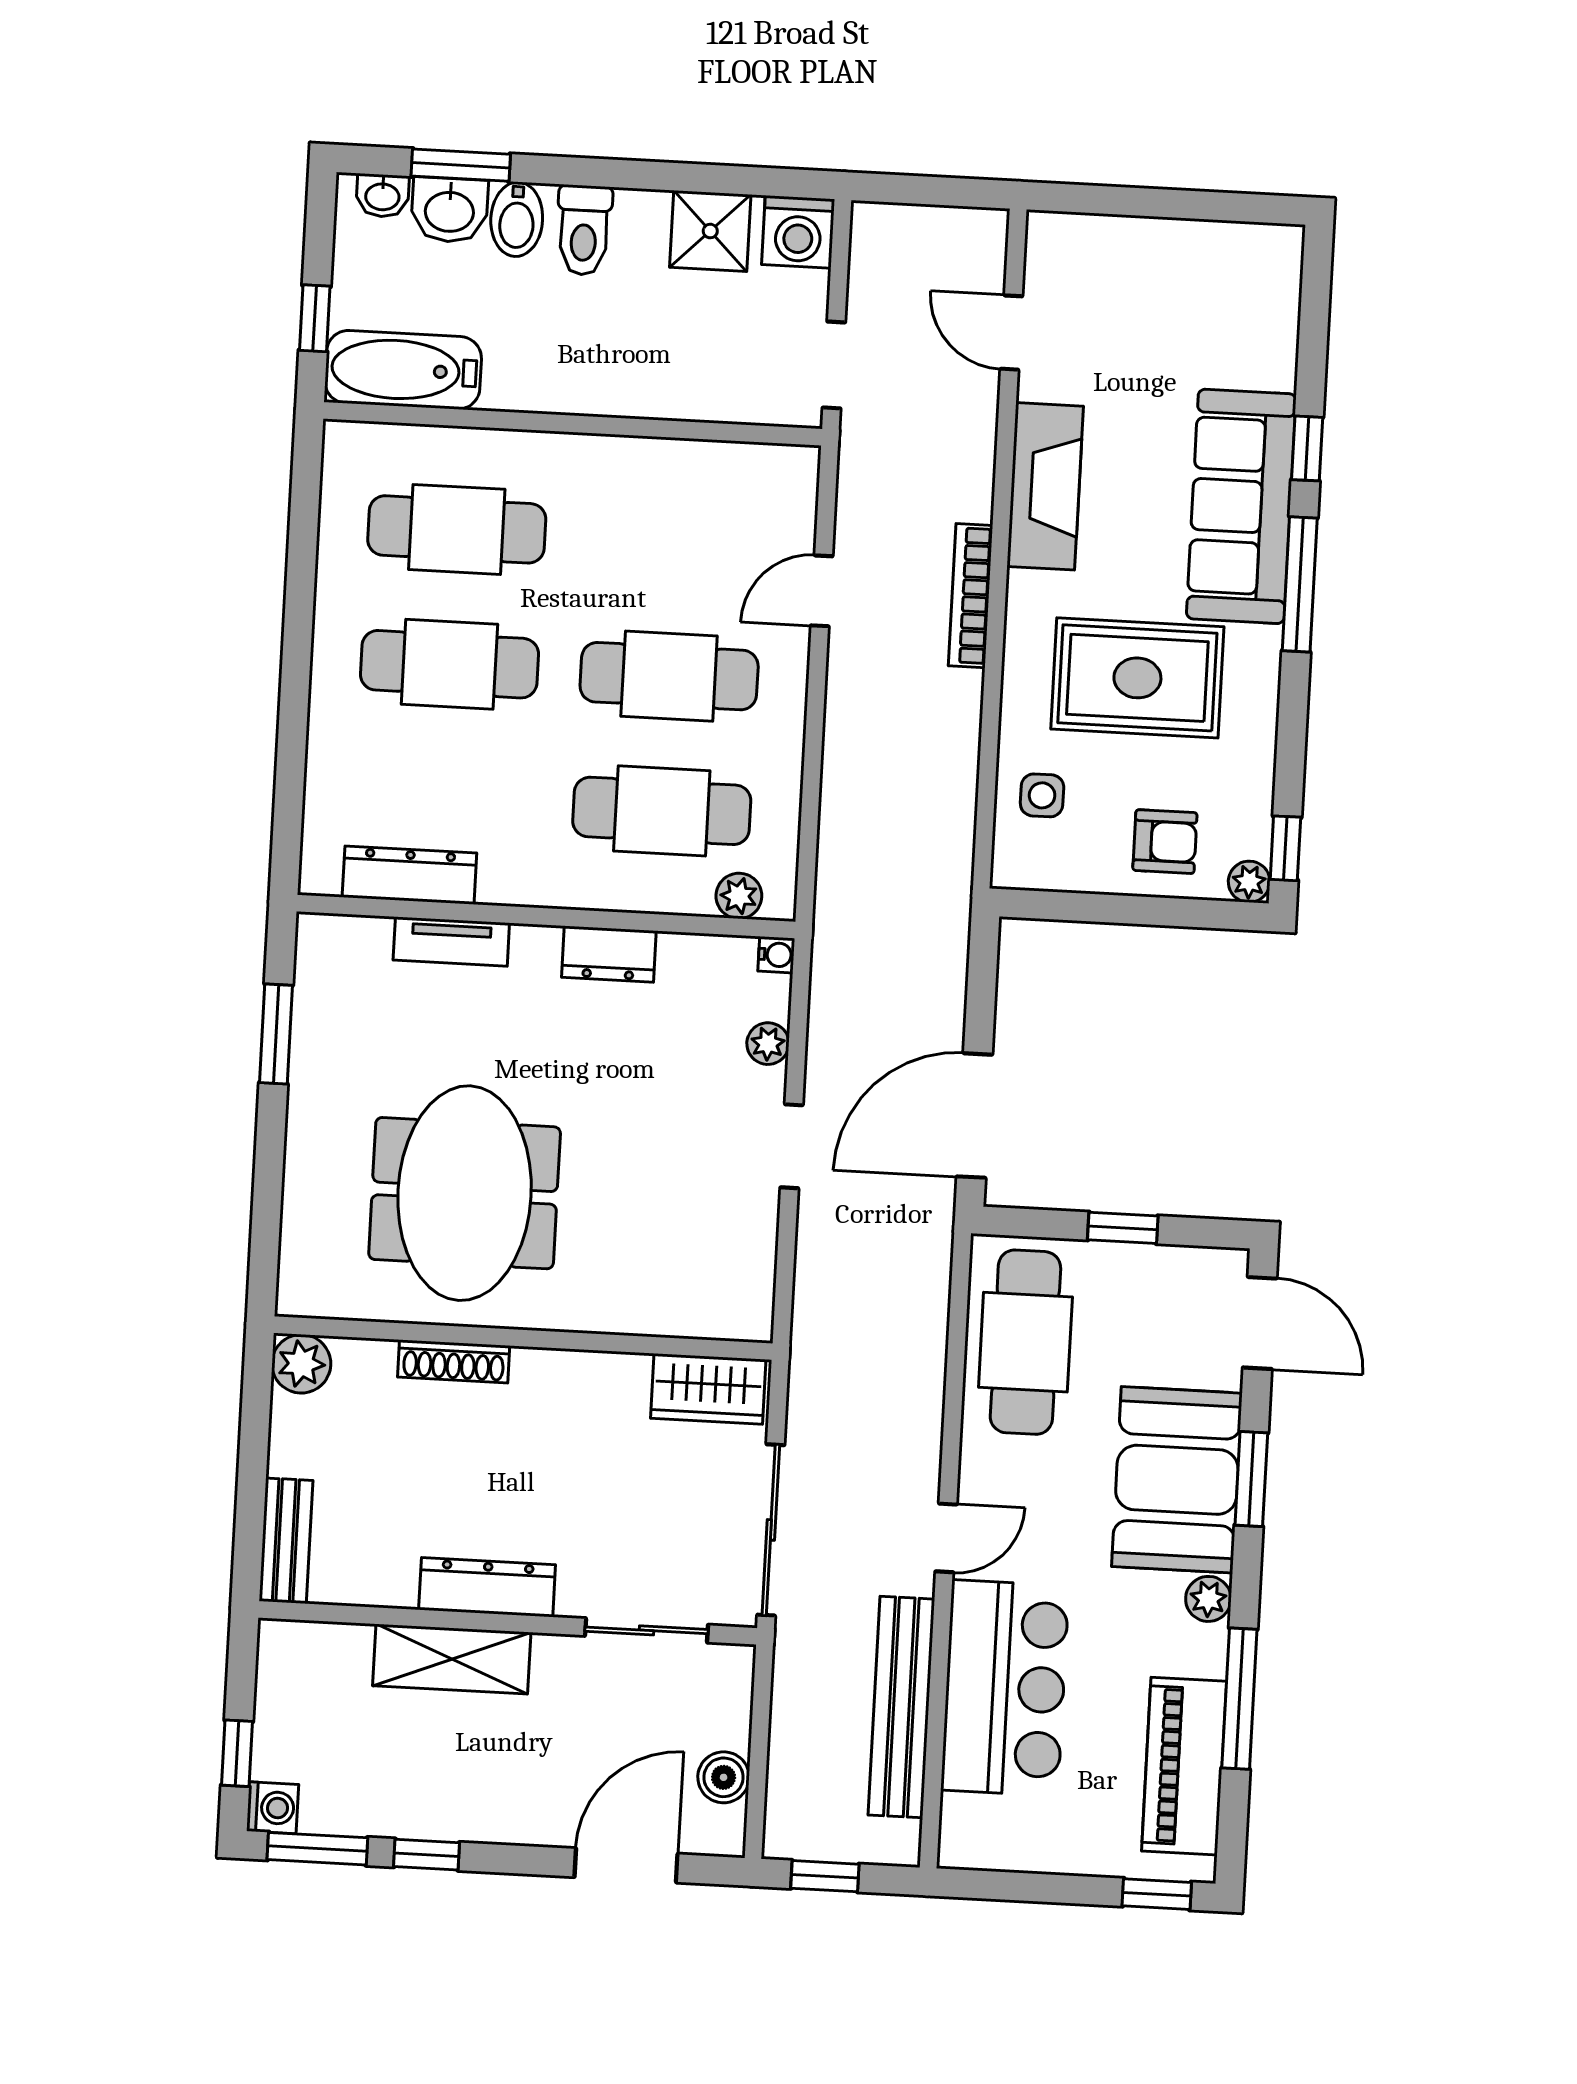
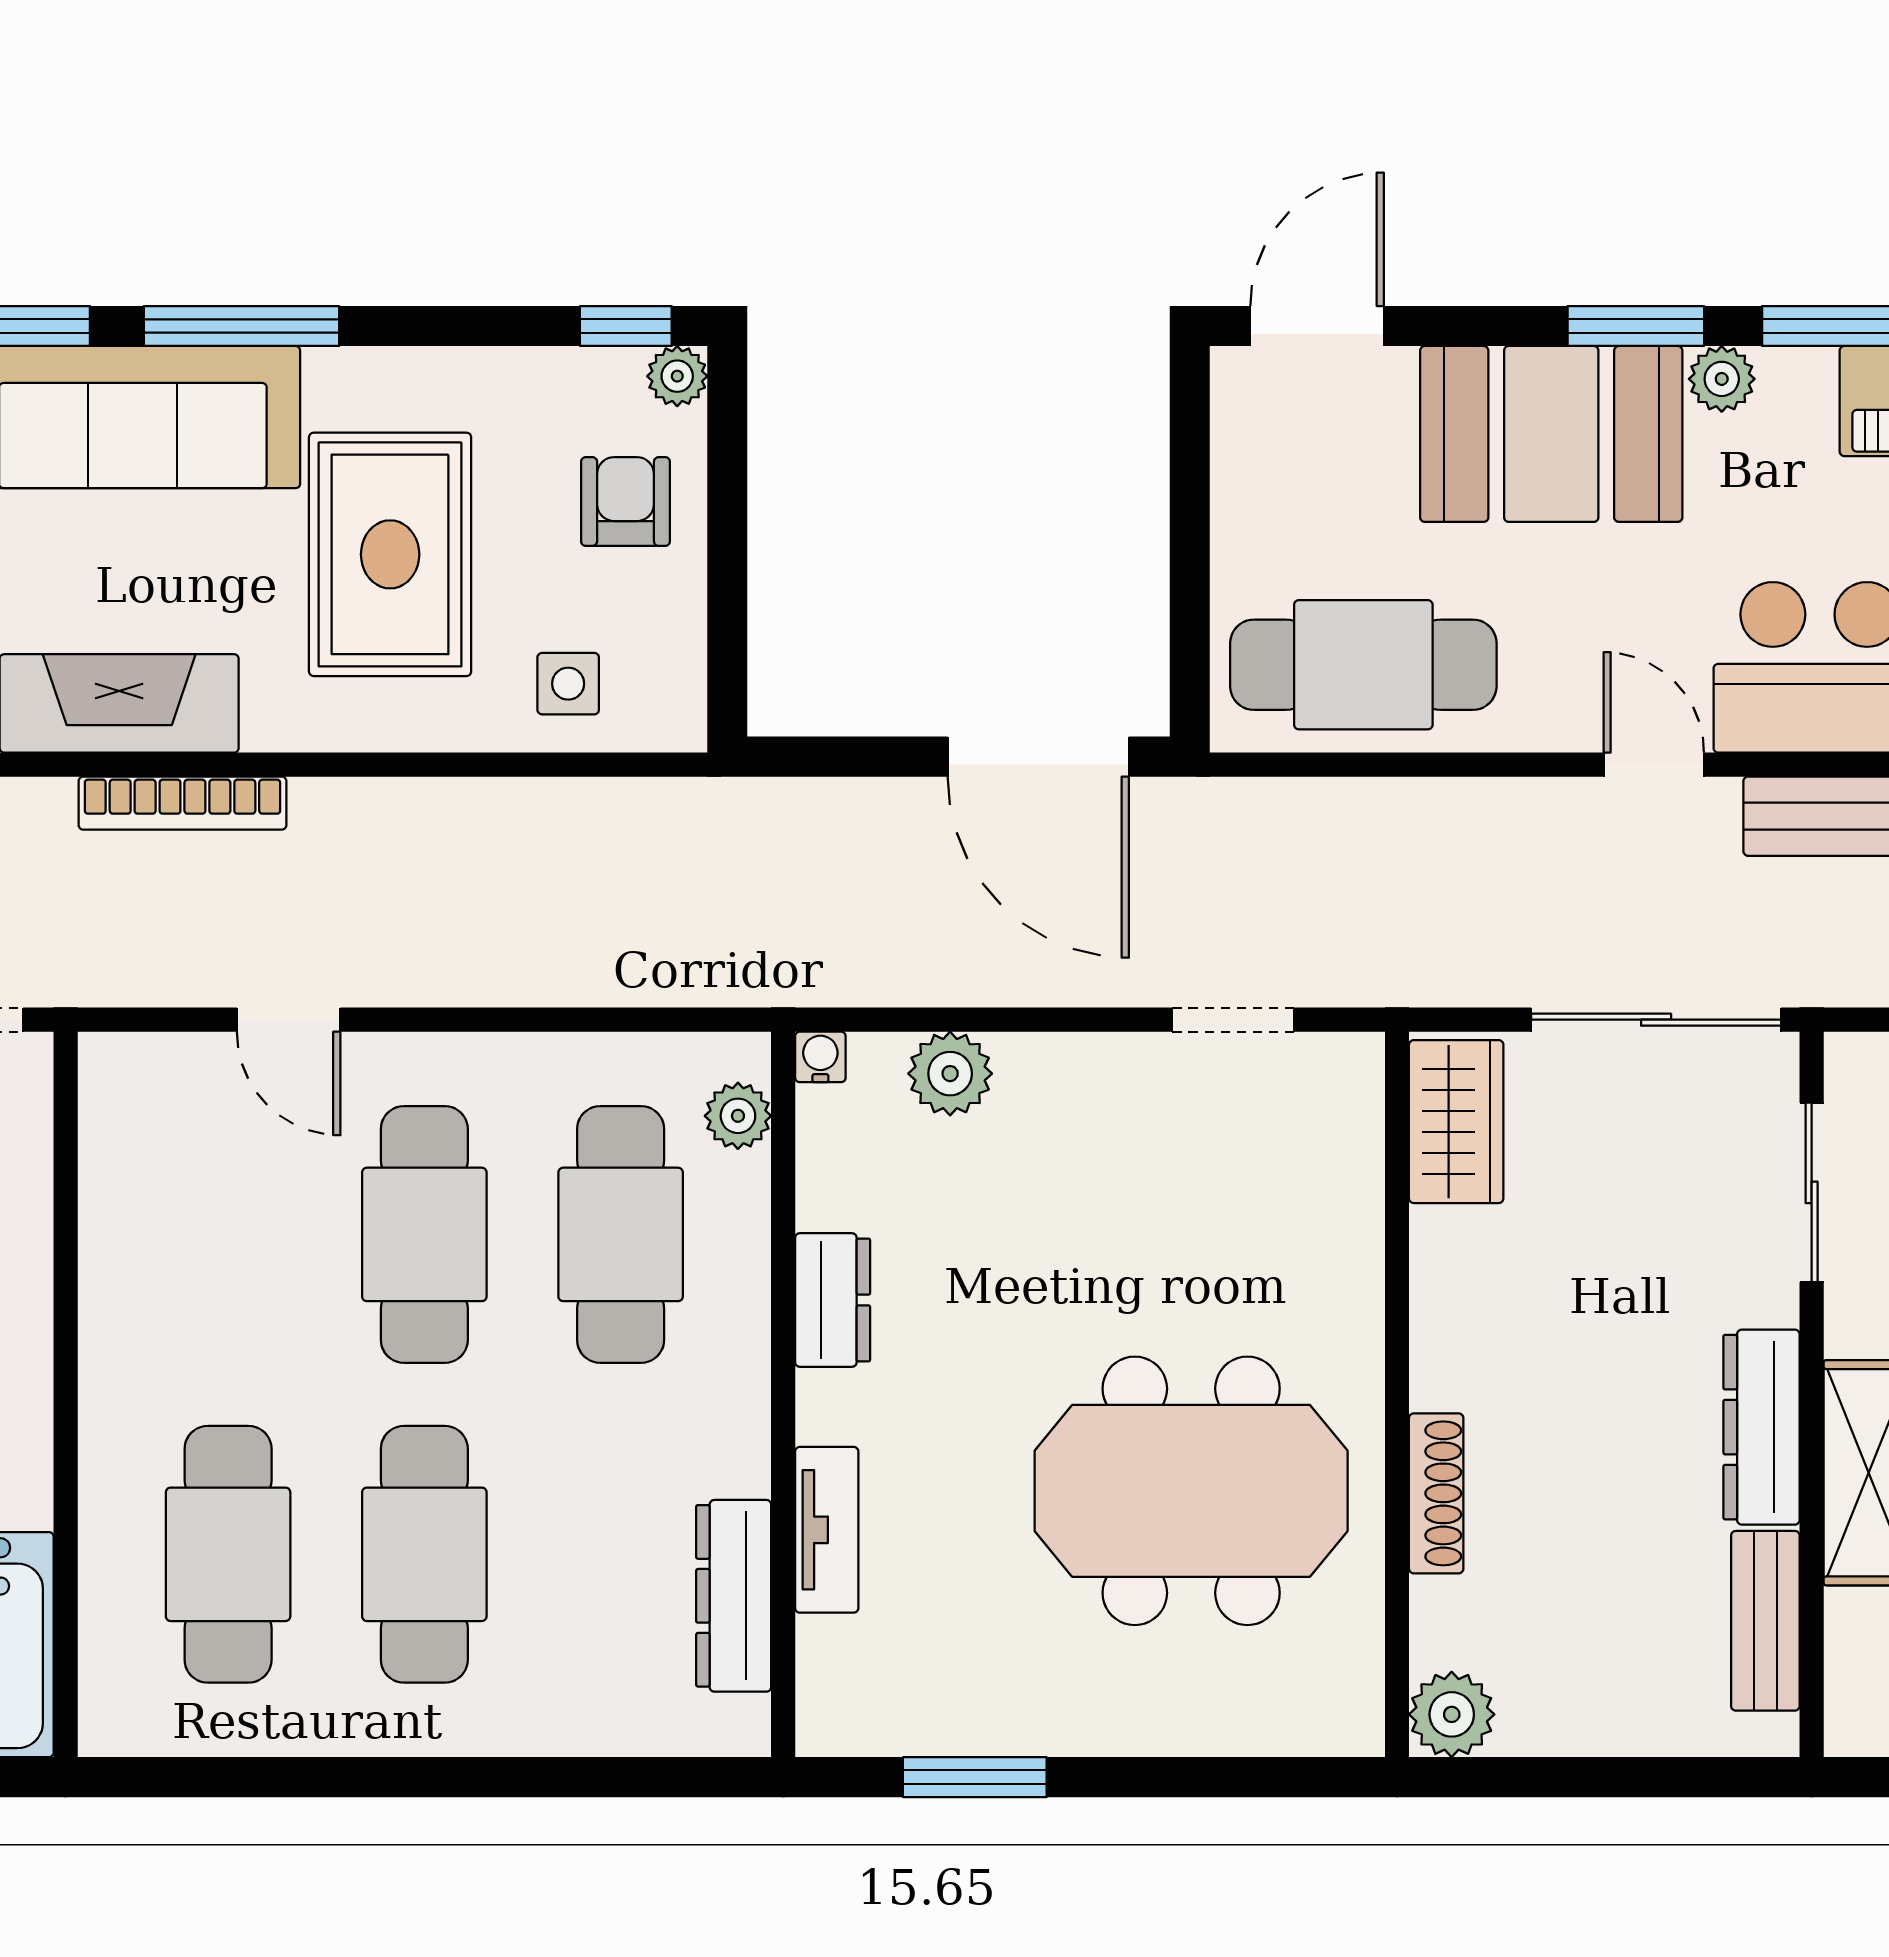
bookcase: (971, 596) -> (182, 803), moved
plant: (768, 1044) -> (950, 1074), width x1.38, depth x1.38
doorway: (792, 1146) -> (1233, 1020), moved
window: (1123, 1228) -> (1190, 532), removed
window: (1251, 1479) -> (1636, 326), moved
bench: (286, 1541) -> (1765, 1621), moved, turned 90

